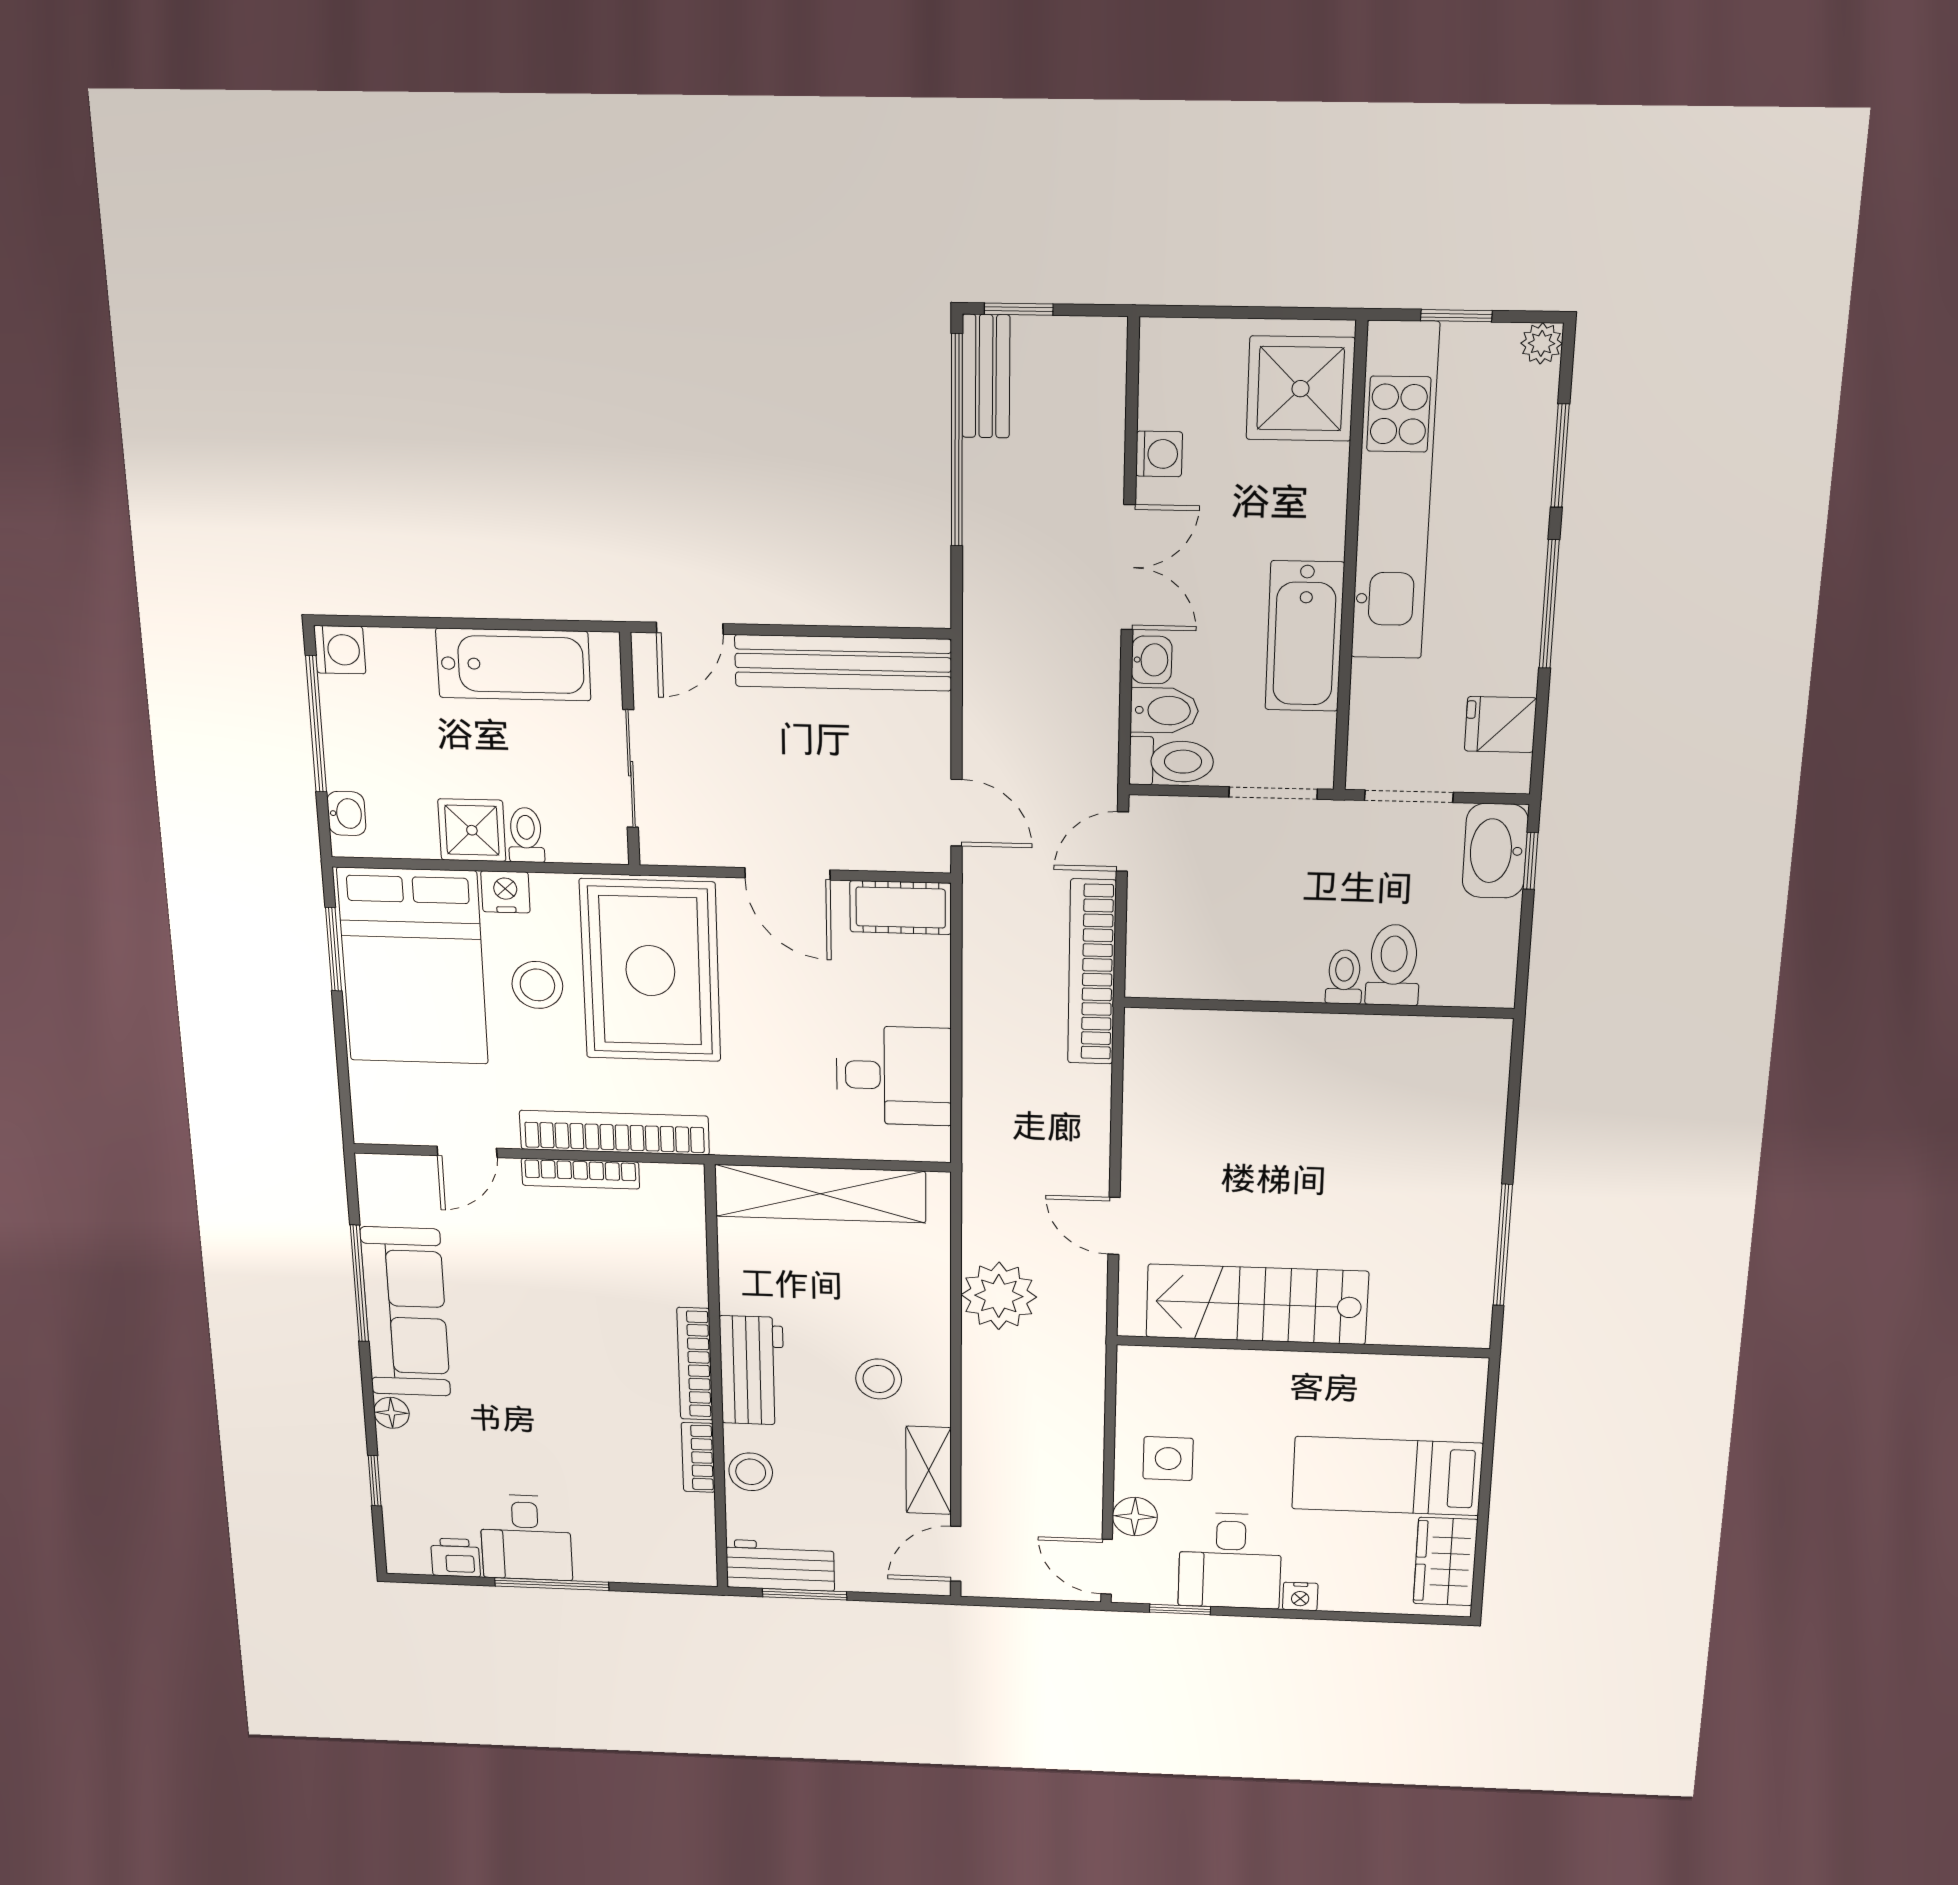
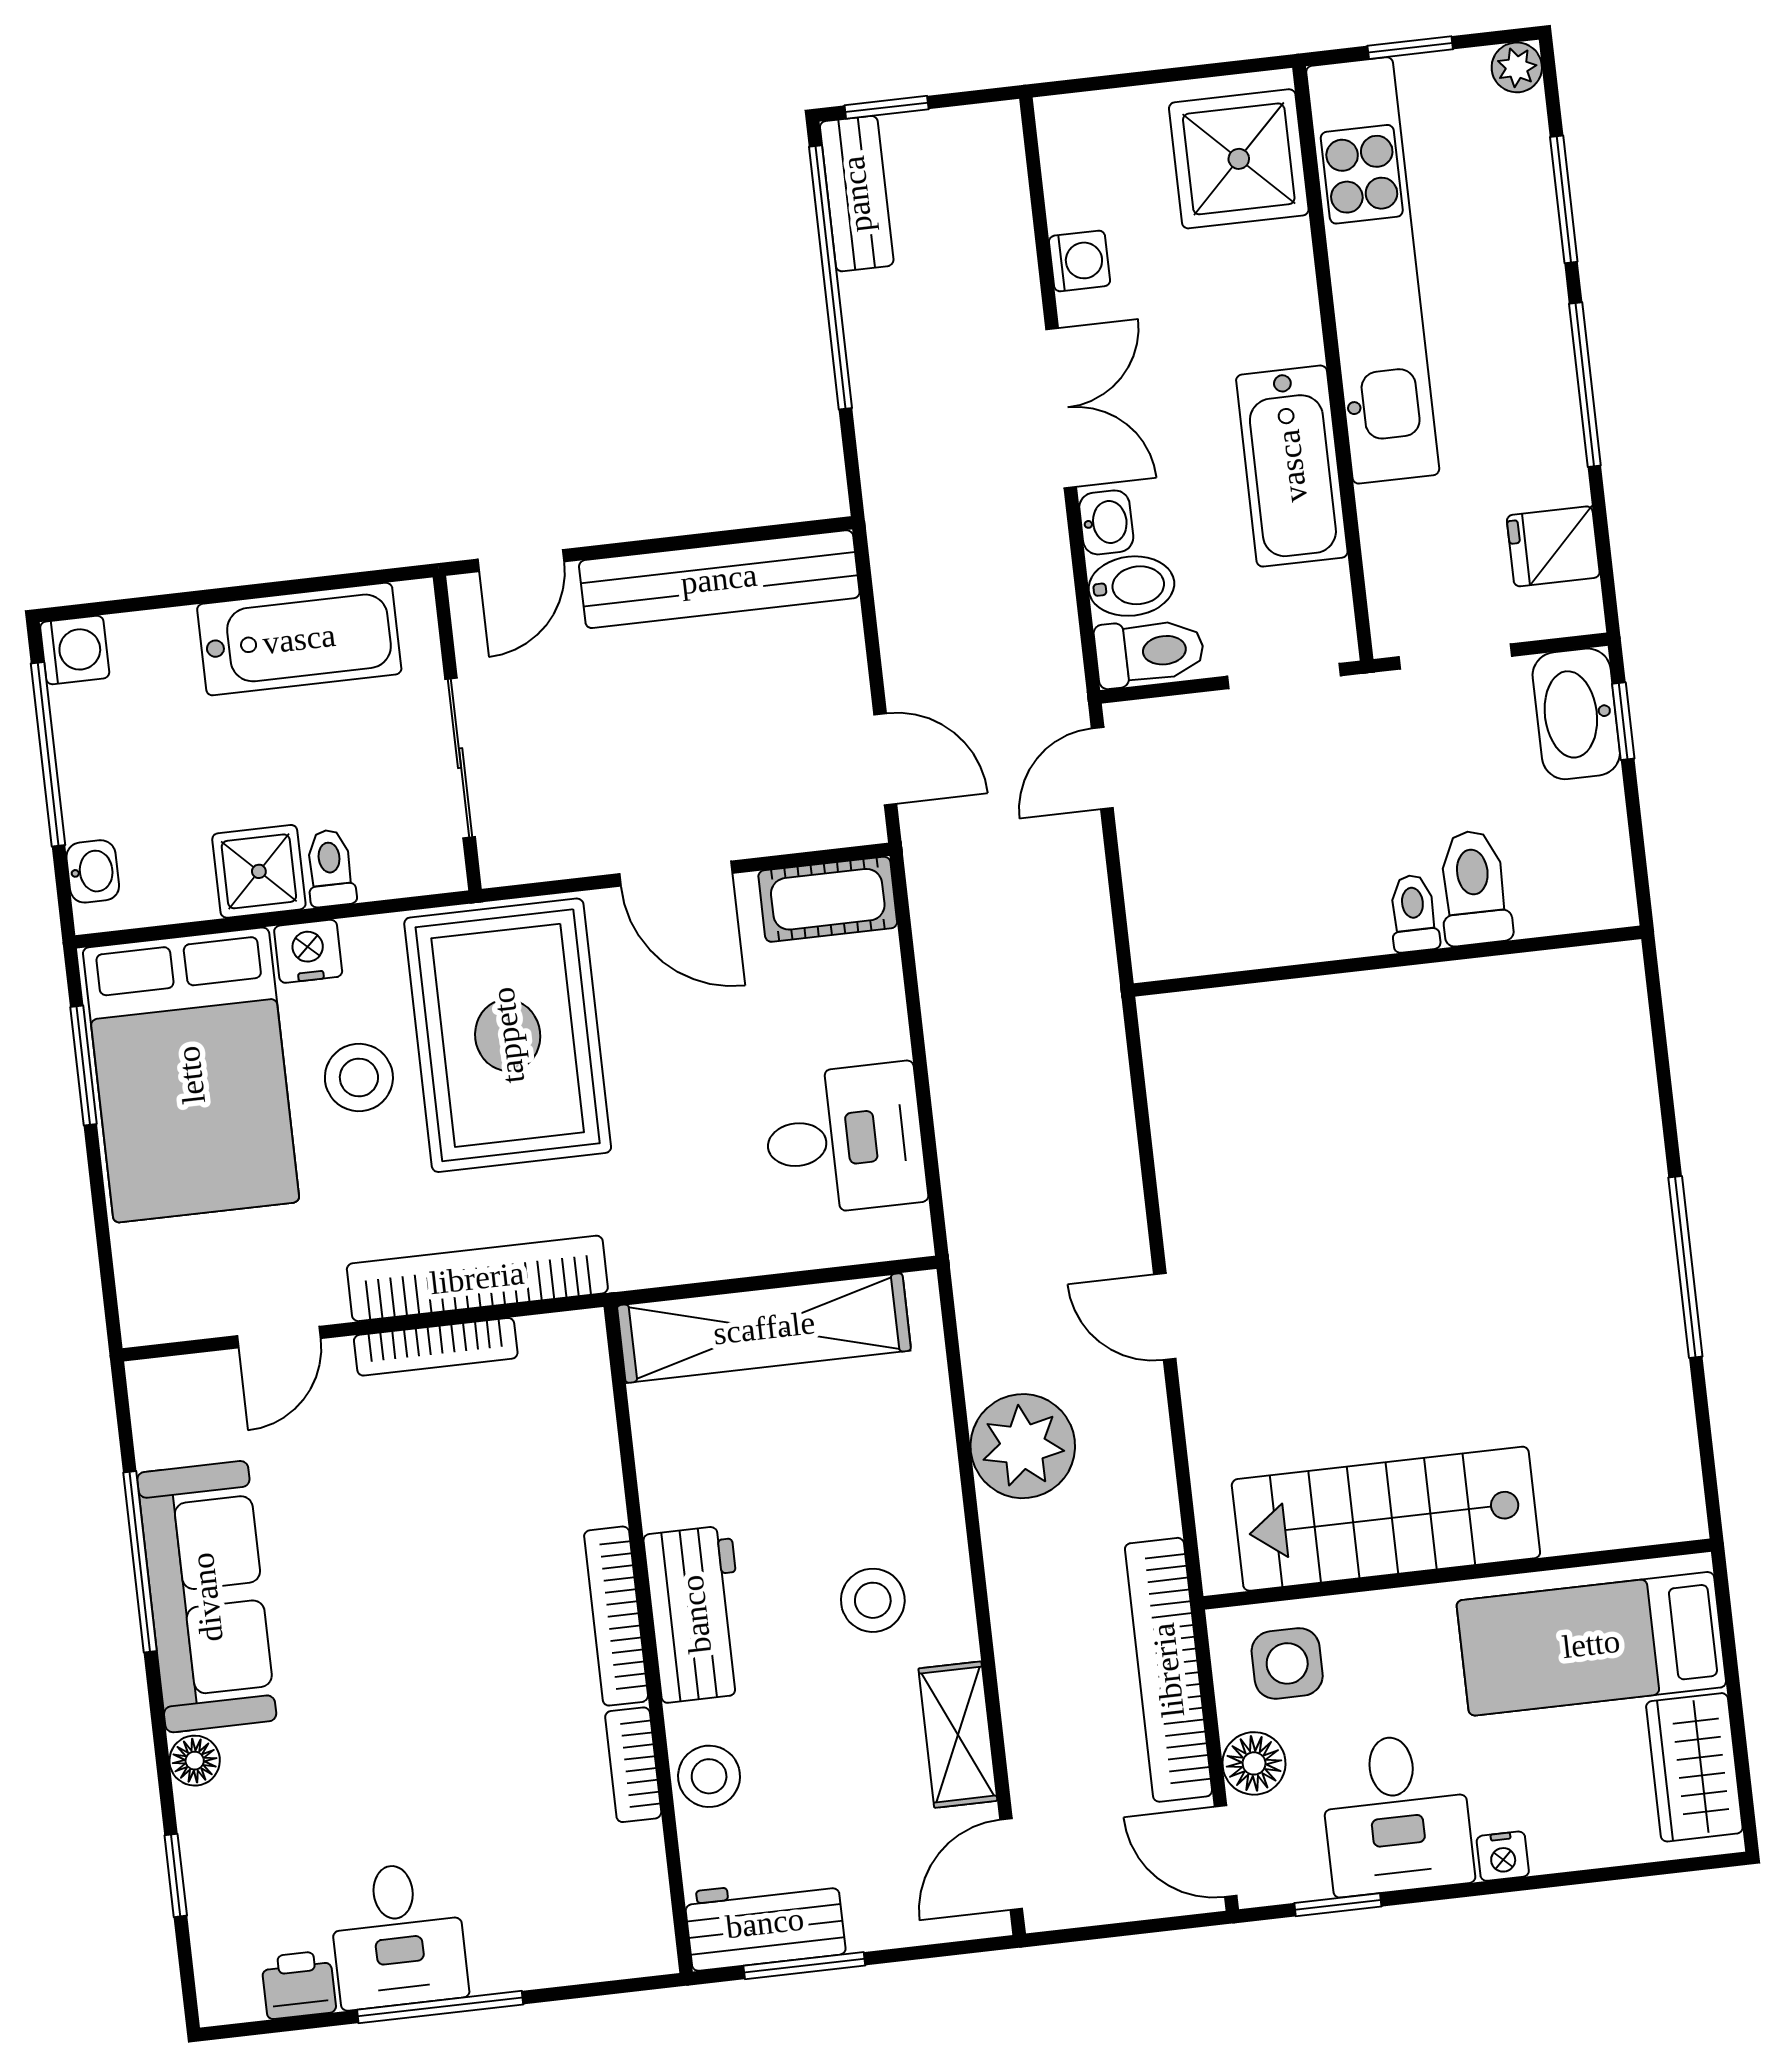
bookcase: (1092, 972) -> (1168, 1670), moved
stairs: (1257, 1304) -> (1386, 1519), moved
wall: (1303, 1347) -> (1457, 1574), moved

